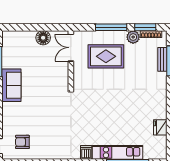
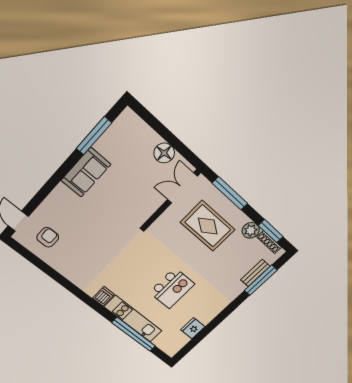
window: (111, 27) -> (230, 193), moved
kitchen island: (122, 112) -> (172, 288), added
armchair: (22, 142) -> (48, 237), turned 90

